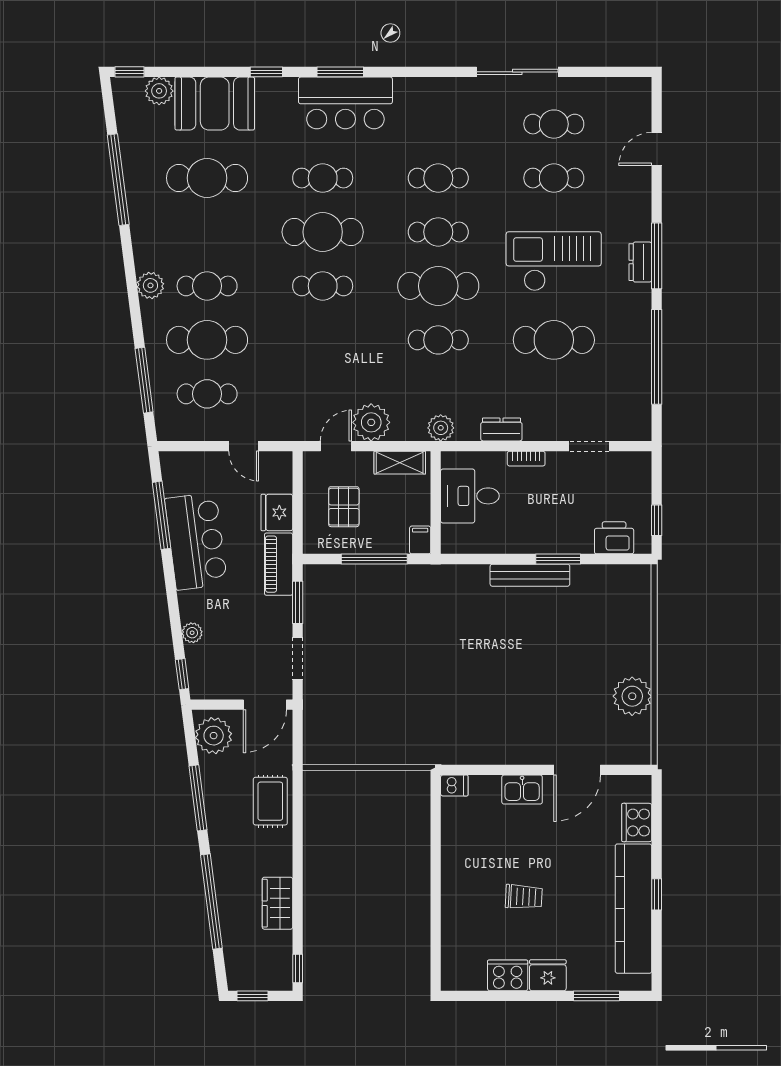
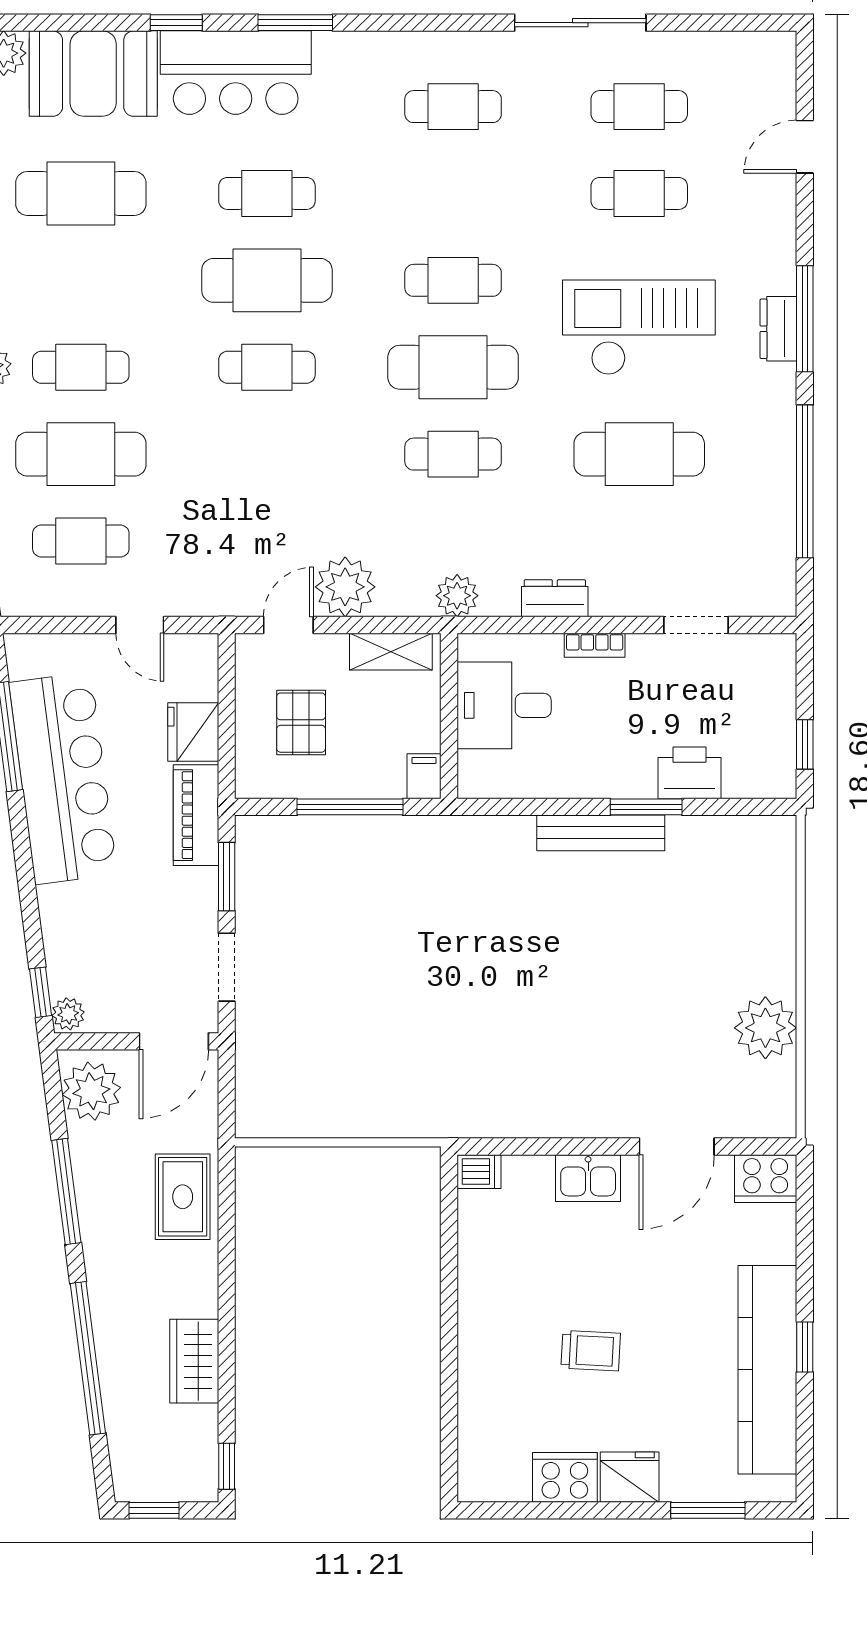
bar counter: (345, 103) -> (236, 73), moved
cafe table: (438, 178) -> (453, 107), moved
printer: (614, 538) -> (690, 773), moved
bar counter: (196, 541) -> (63, 778), width x1.36
plant: (192, 633) -> (68, 1014), moved
cooker: (637, 823) -> (766, 1179), moved, turned -90

